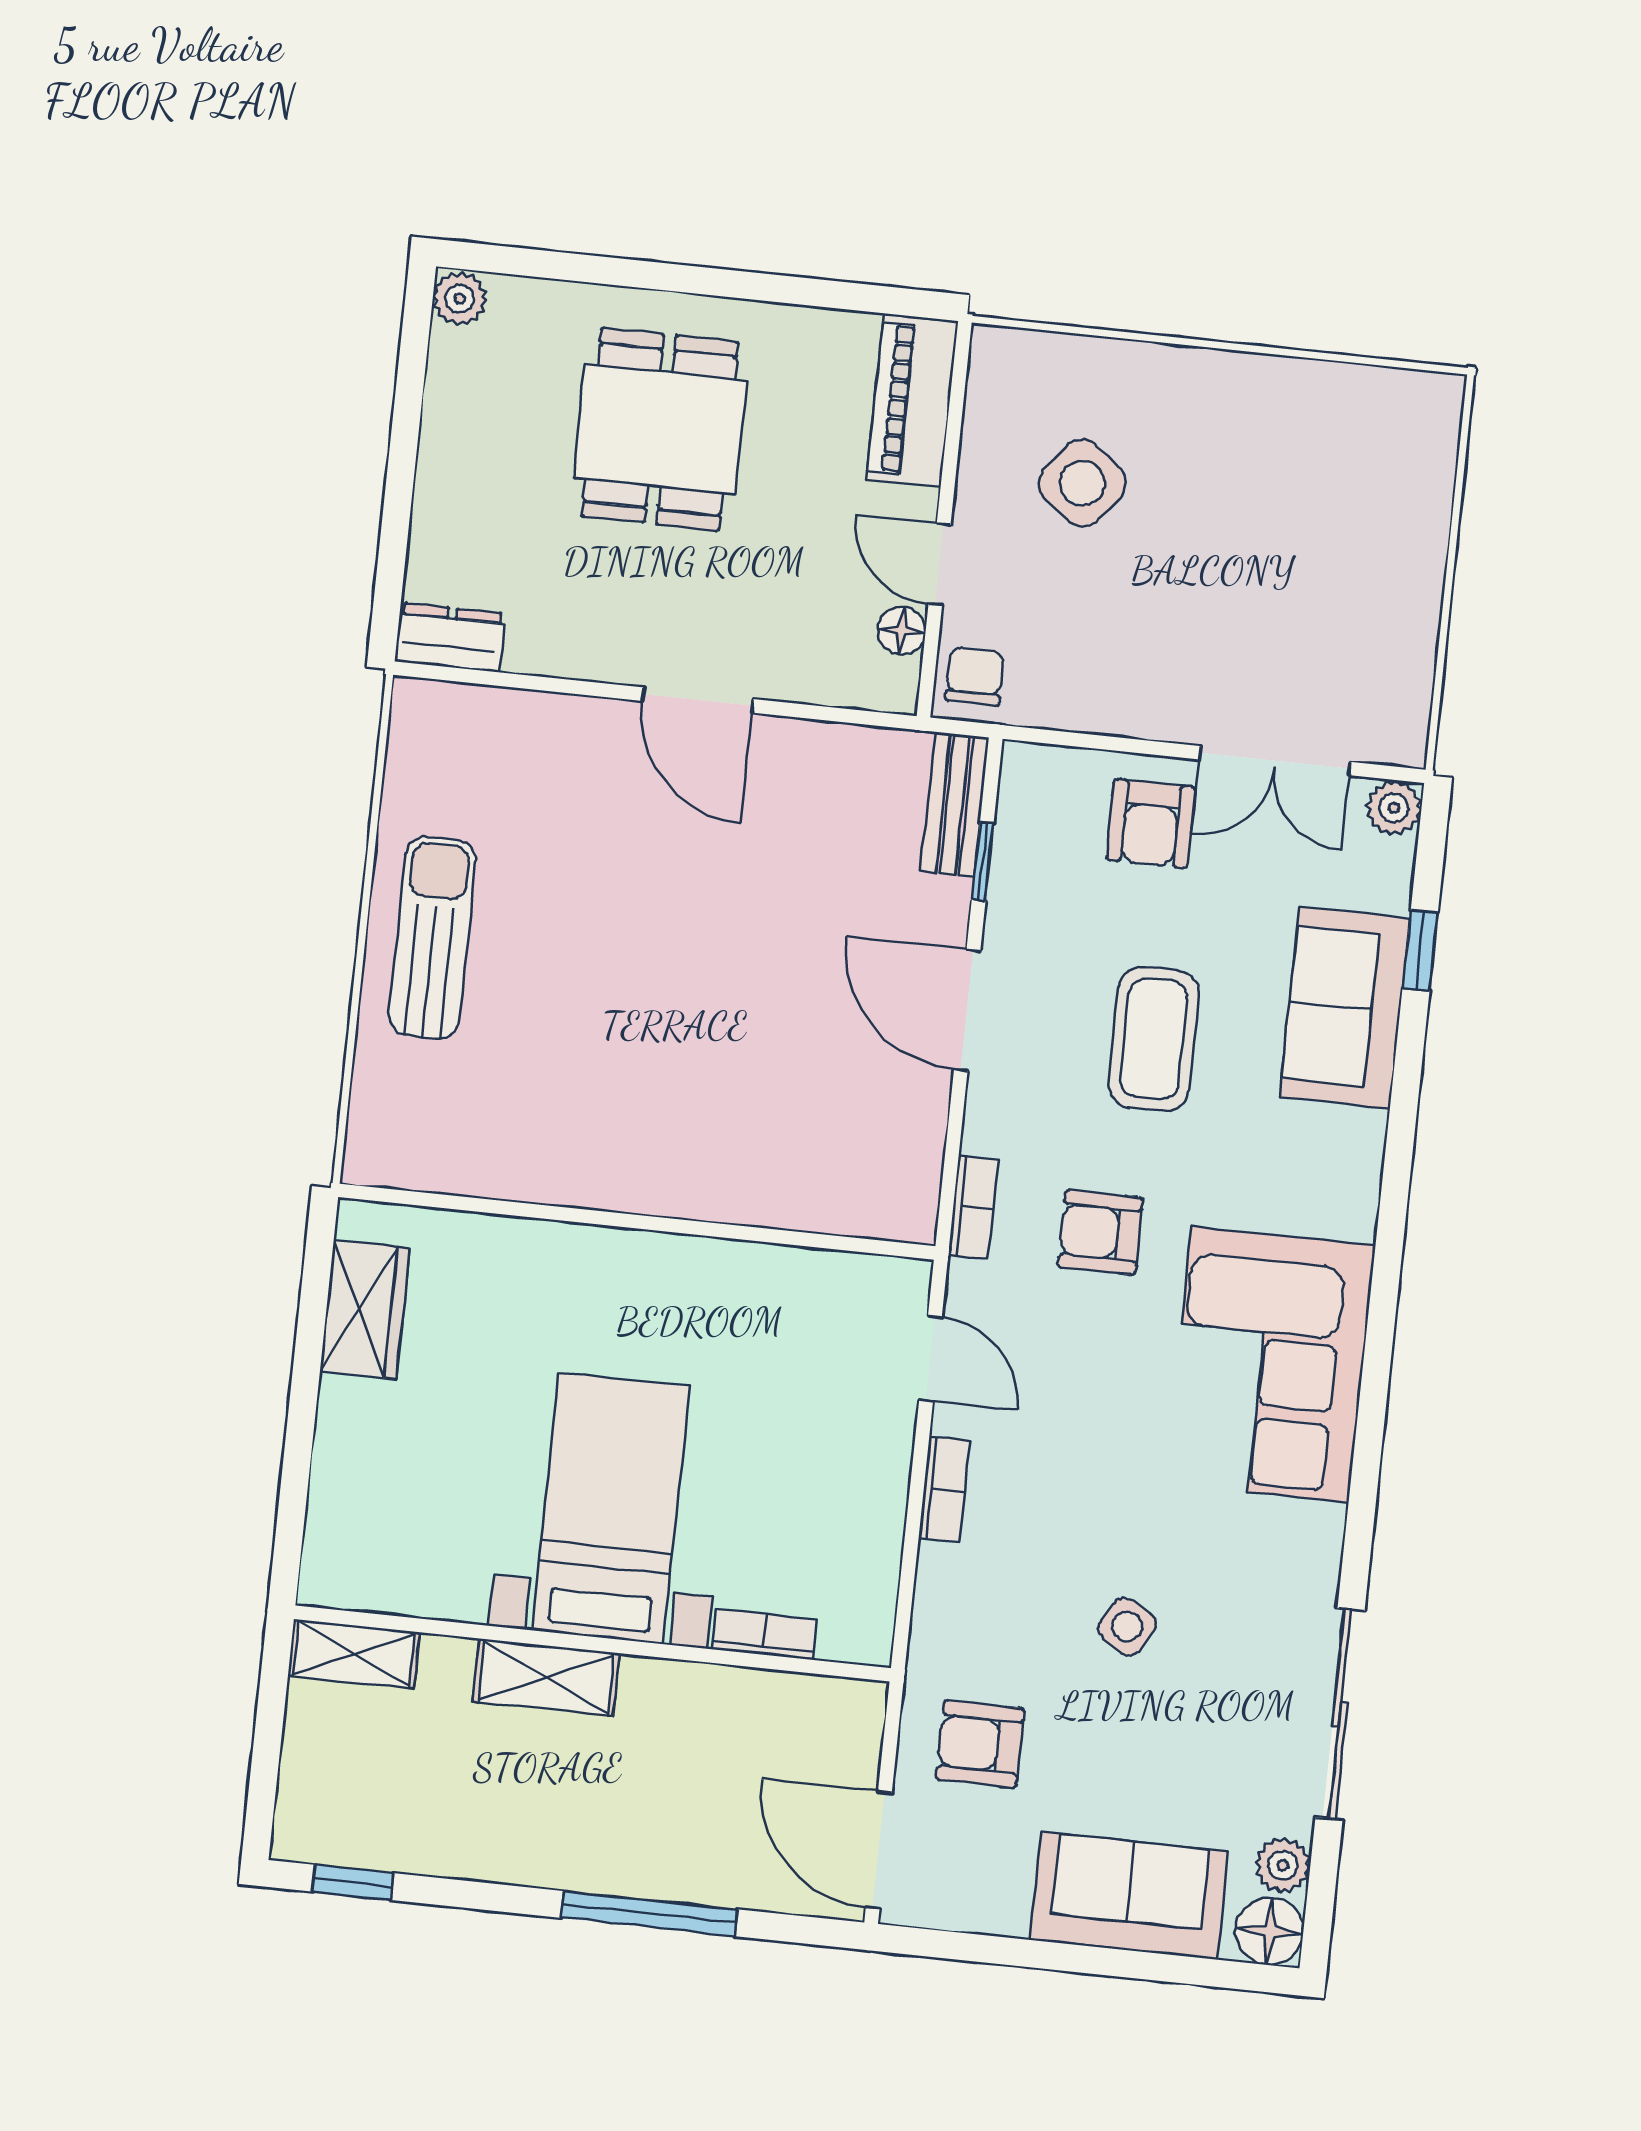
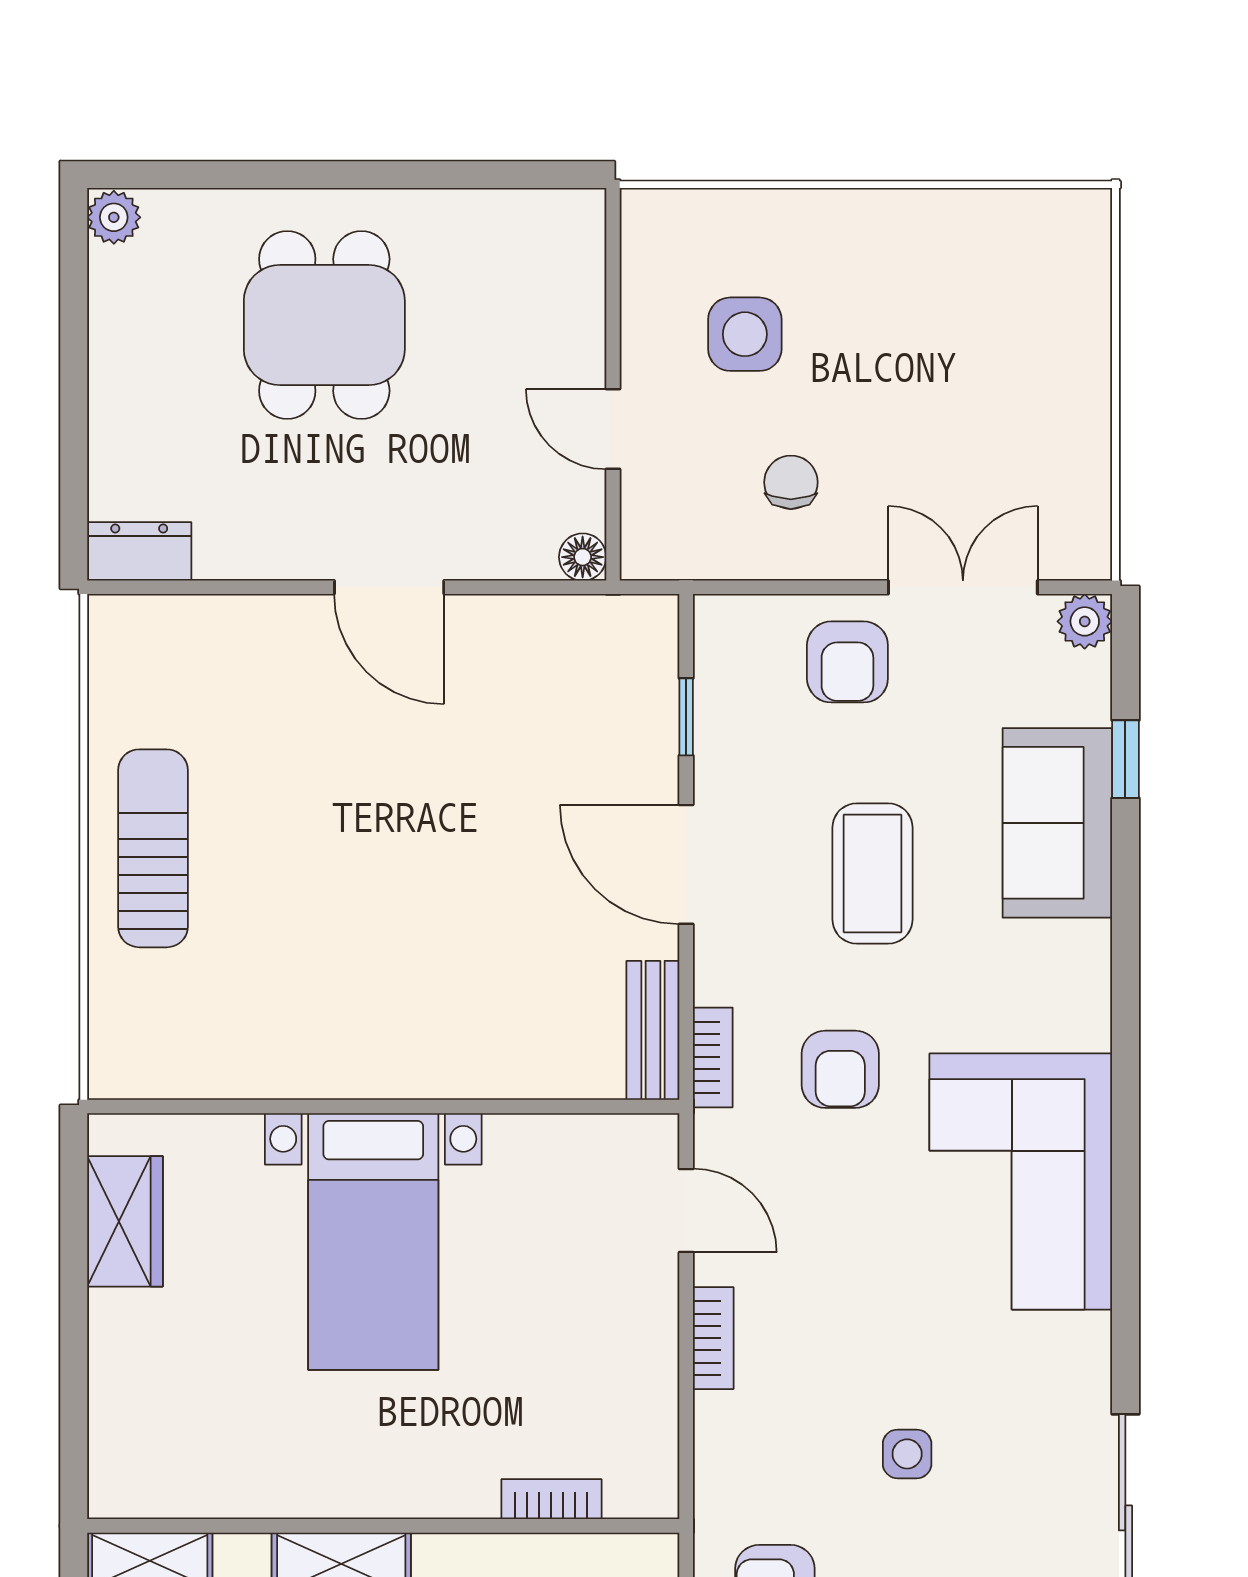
piano: (912, 400) -> (569, 271), removed
side table: (1082, 483) -> (745, 334), turned -38
floor lamp: (902, 630) -> (583, 557), moved
chair: (975, 676) -> (791, 482), moved
double door: (1275, 761) -> (963, 587), swing flipped
bench: (955, 805) -> (653, 1030), moved
armchair: (1100, 1233) -> (840, 1069), turned -90
bed with nightstands: (611, 1508) -> (373, 1242), moved, turned 180
side table: (1127, 1627) -> (907, 1454), turned -31

